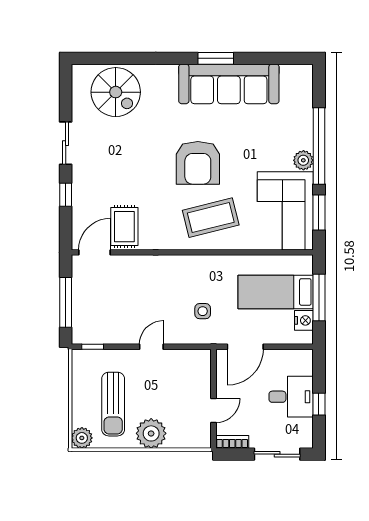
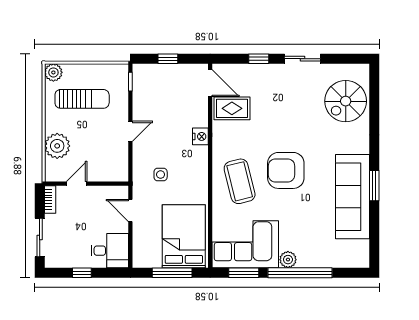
bed: (276, 292) -> (184, 236), width x1.50
window: (66, 302) -> (168, 59), width x0.46
nightstand: (304, 320) -> (200, 136), moved, turned -90
door: (151, 347) -> (130, 131), hinge flipped
door: (245, 347) -> (130, 210), width x0.73
desk: (291, 397) -> (110, 251), moved, turned -90
sun lounger: (113, 404) -> (82, 99), turned 180
door: (213, 410) -> (77, 184), swing flipped
plant: (151, 433) -> (57, 146), moved

